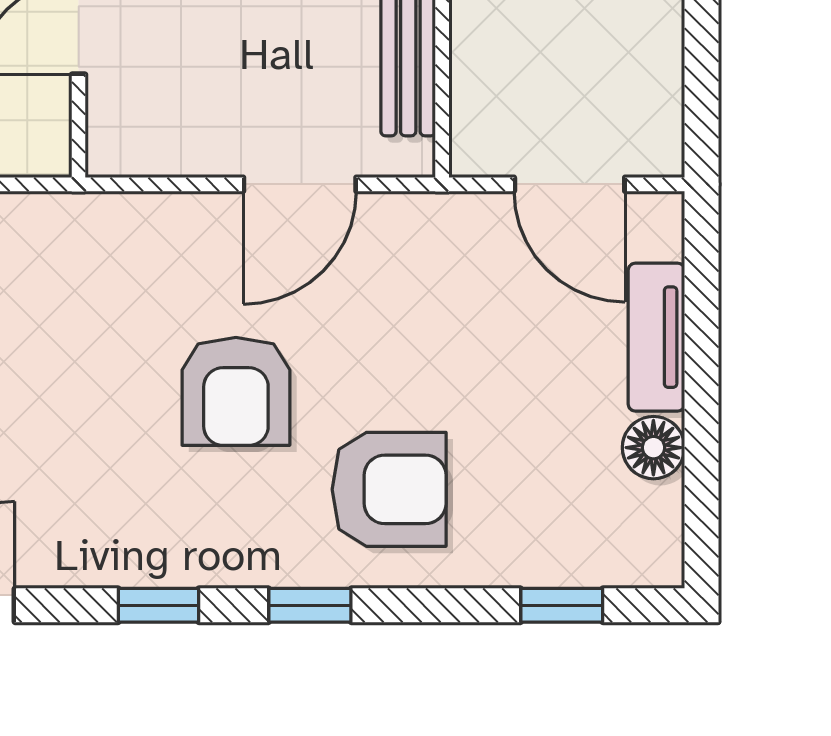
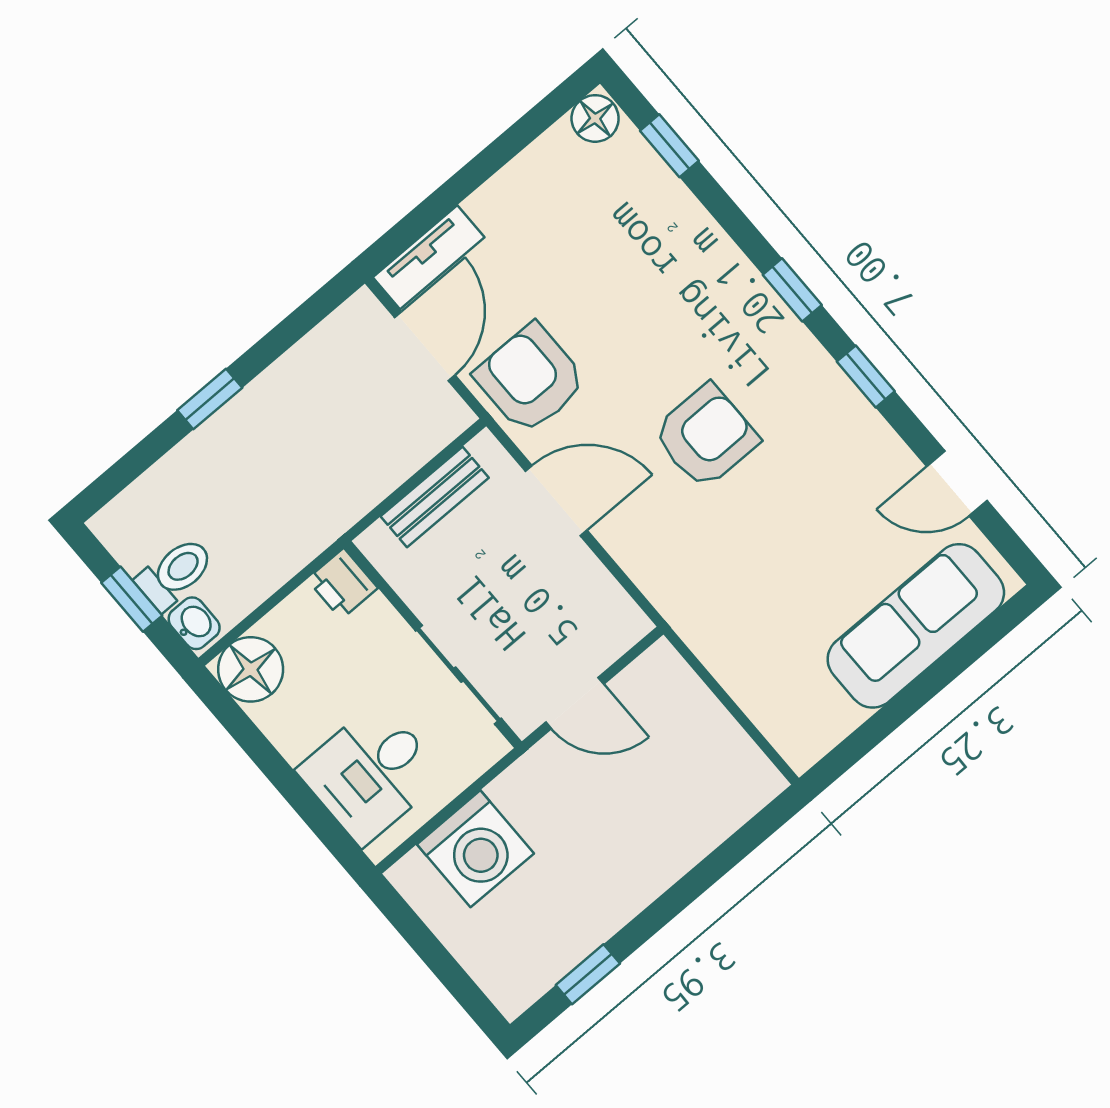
tv unit: (656, 337) -> (429, 257), moved
floor lamp: (653, 448) -> (595, 118), moved
armchair: (389, 489) -> (530, 379), moved

